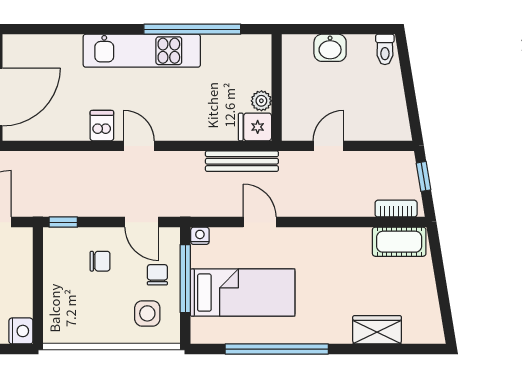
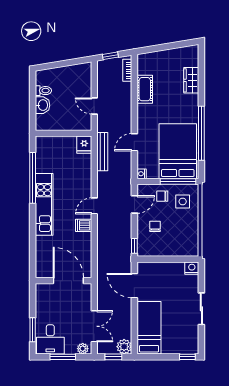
toilet: (385, 49) -> (43, 91), moved
plant: (261, 101) -> (70, 141), removed
cot: (399, 242) -> (145, 89), moved
window: (185, 279) -> (178, 181), moved
bed: (243, 293) -> (178, 151), width x1.50

